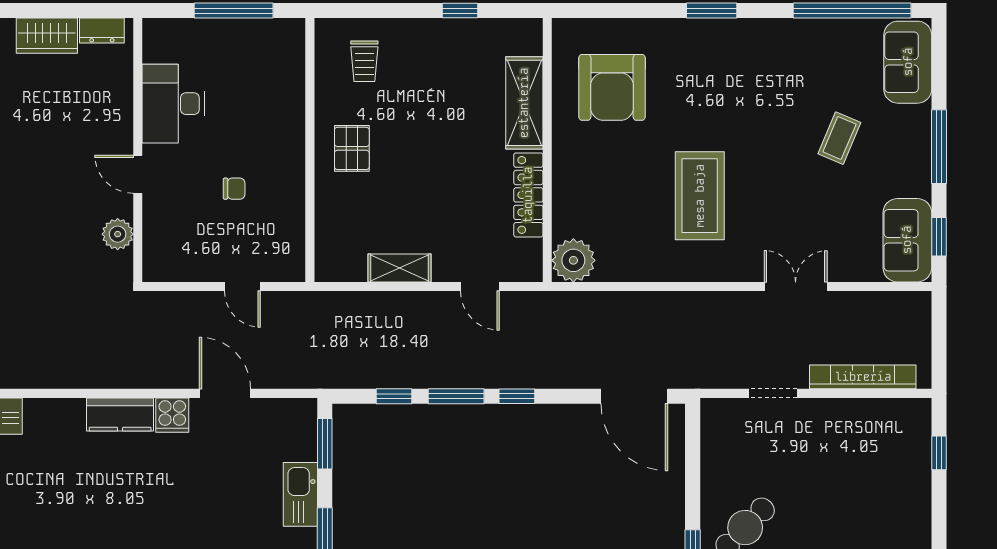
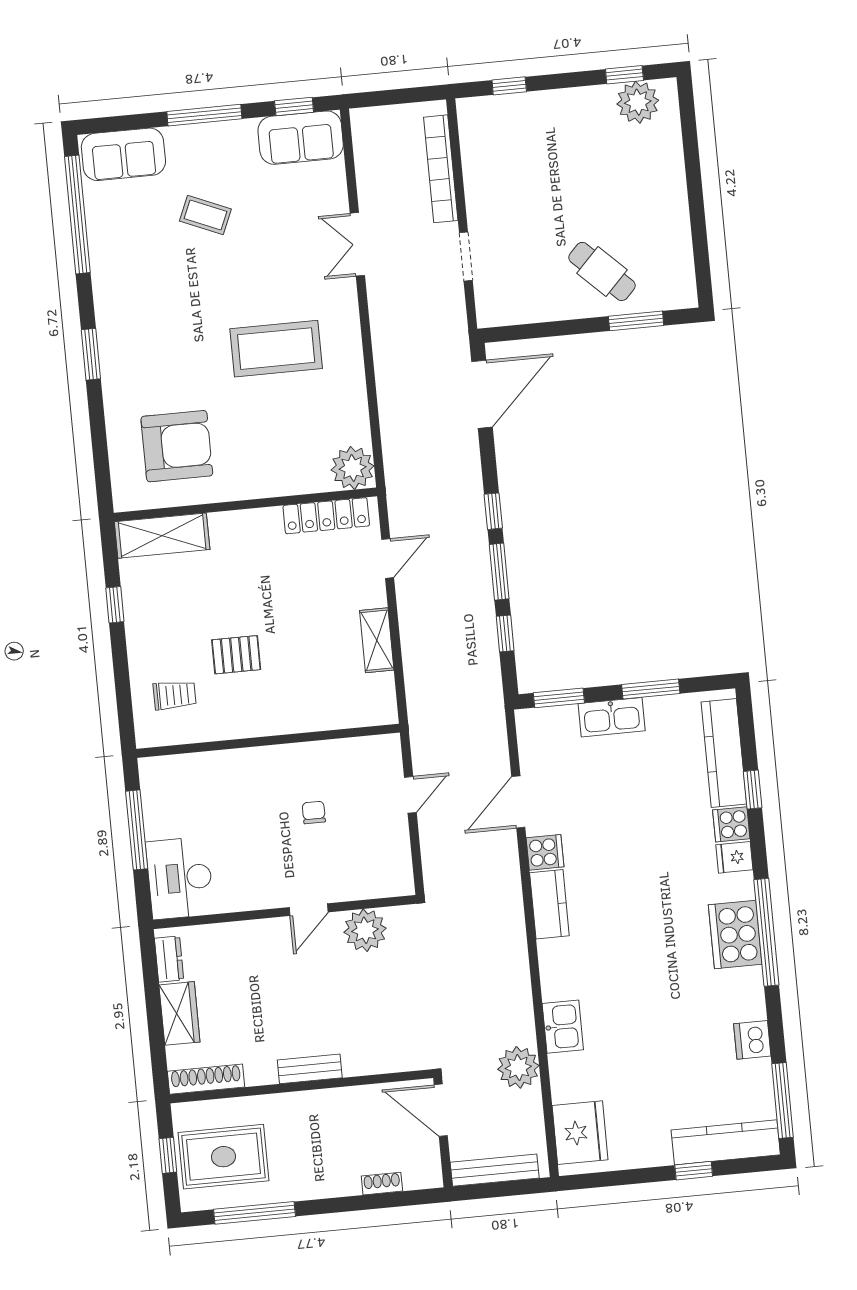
shelving: (524, 103) -> (162, 536), moved
desk: (173, 104) -> (180, 878), moved, turned 90
pallet: (352, 148) -> (236, 655), moved
locker: (528, 195) -> (326, 516), moved
plant: (118, 234) -> (365, 930), width x1.36, depth x1.36

